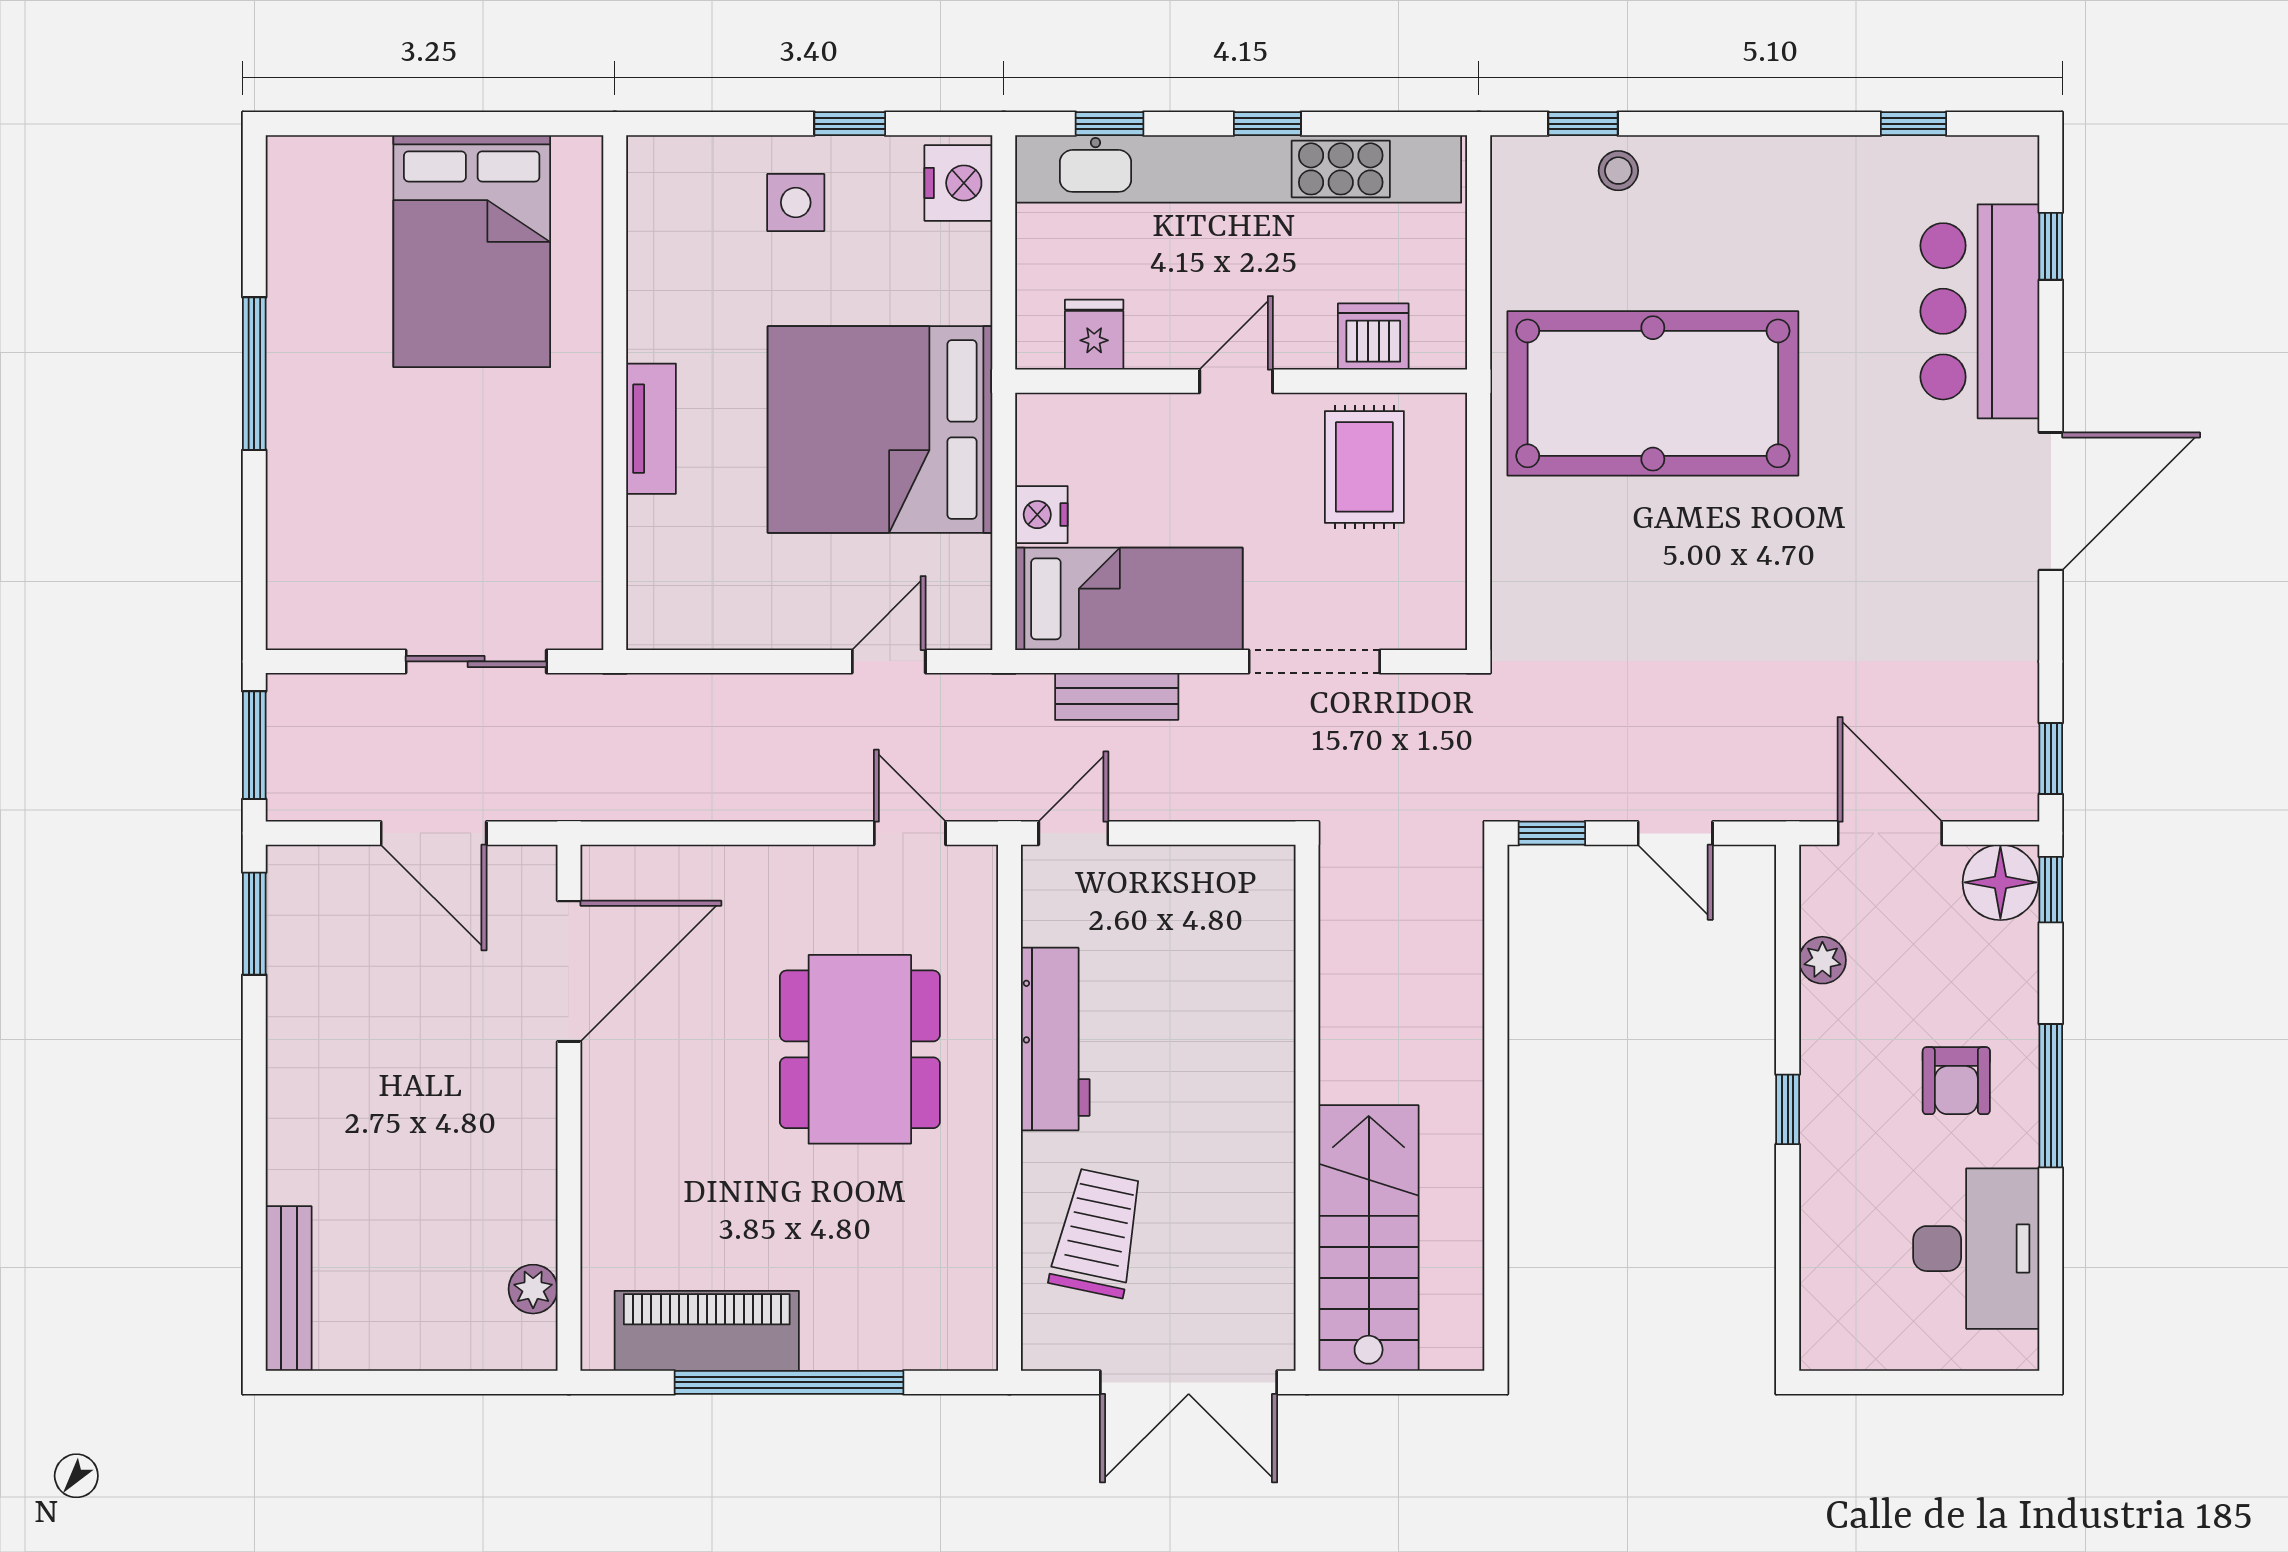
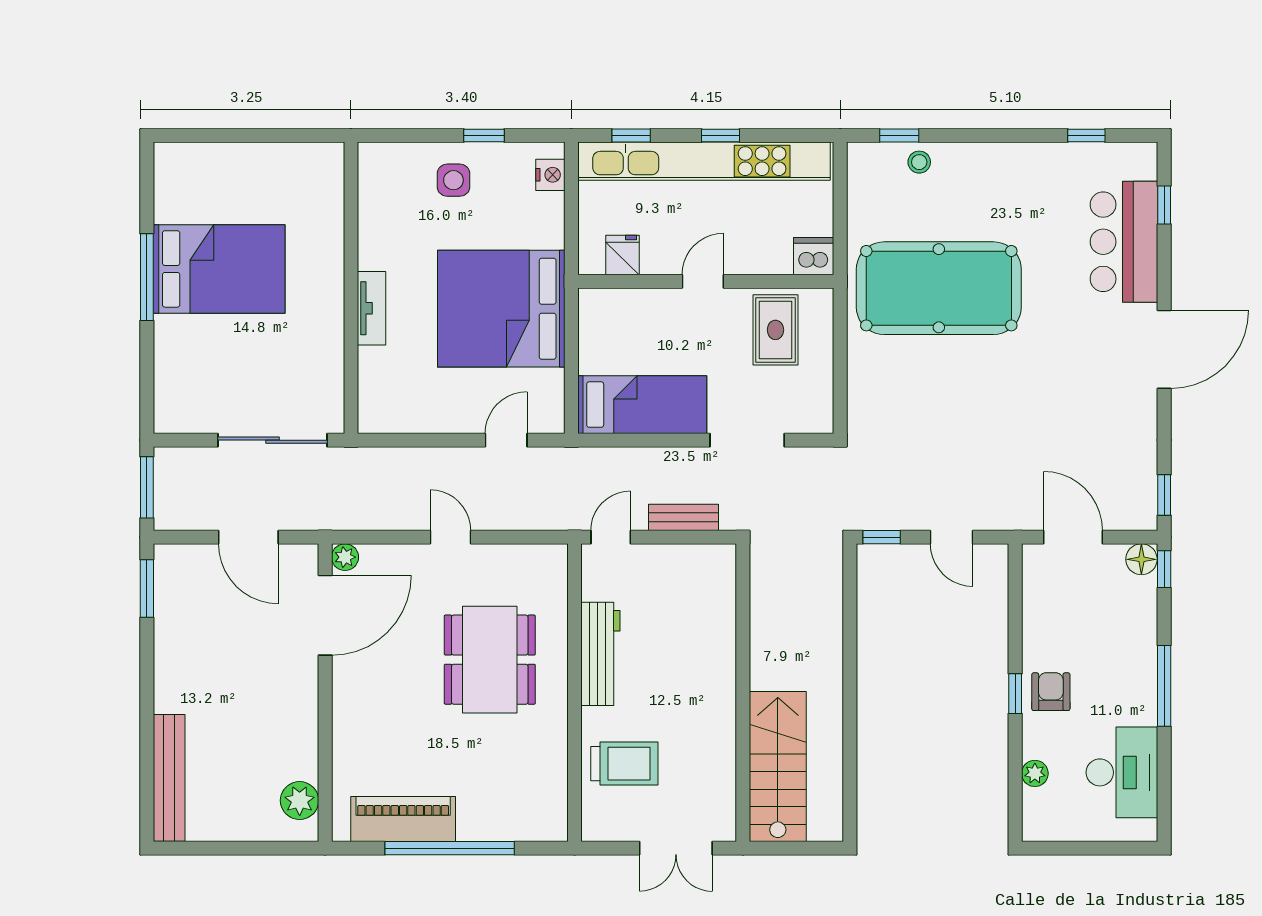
nightstand: (958, 183) -> (550, 175), width x0.74, depth x0.75
bed: (472, 251) -> (219, 269), moved, turned -90
dishwasher: (1373, 337) -> (814, 256), moved
nightstand: (1041, 515) -> (593, 357), removed
sliding door: (476, 661) -> (273, 440), width x1.37
bench: (1117, 696) -> (683, 517), moved
door: (910, 833) -> (451, 537), moved
plant: (604, 868) -> (345, 557), added
floor lamp: (2000, 882) -> (1141, 559), width x0.73, depth x0.73
plant: (1822, 960) -> (1035, 773), moved
armchair: (1956, 1081) -> (1051, 692), moved, turned 180
trolley: (1097, 1233) -> (624, 764), turned 78
bench: (289, 1288) -> (169, 778), width x1.37, depth x1.21
plant: (533, 1289) -> (300, 801), width x1.38, depth x1.38
double door: (1189, 1382) -> (676, 848), width x0.73

